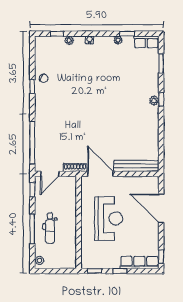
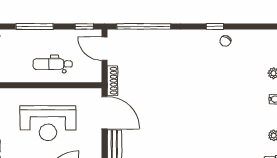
door: (100, 174) -> (104, 113), hinge flipped
dental chair: (50, 228) -> (53, 64), moved

